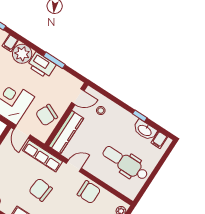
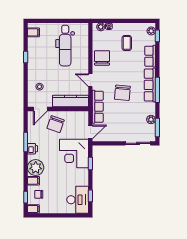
printer: (42, 65) -> (32, 149), width x0.53, depth x0.68
door: (78, 97) -> (40, 109), swing flipped
chair: (47, 115) -> (56, 124), moved, turned 85
washbasin: (145, 130) -> (33, 47), removed

